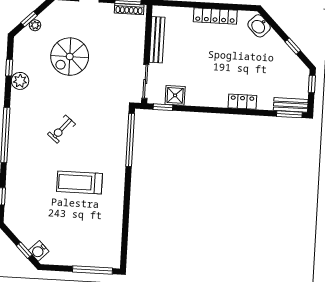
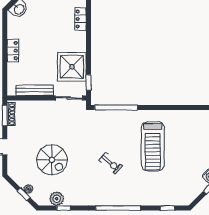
locker: (215, 16) -> (13, 51), width x0.66
plant: (20, 81) -> (57, 199), moved
shower: (175, 95) -> (72, 67), width x1.86, depth x1.86
treadmill: (80, 182) -> (153, 146), width x1.37, depth x1.37

